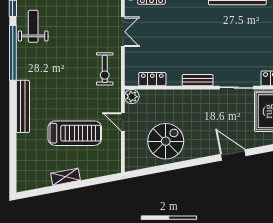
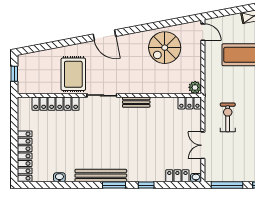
exercise bike: (105, 69) -> (228, 117), moved
locker: (152, 79) -> (189, 103), moved
door: (123, 122) -> (203, 32), moved

